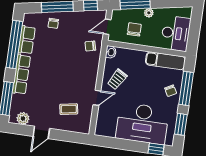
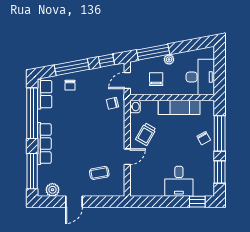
row of seats: (27, 40) -> (45, 94), moved
exam couch: (165, 61) -> (179, 107), moved
desk: (142, 123) -> (179, 181), width x0.53, depth x0.77

